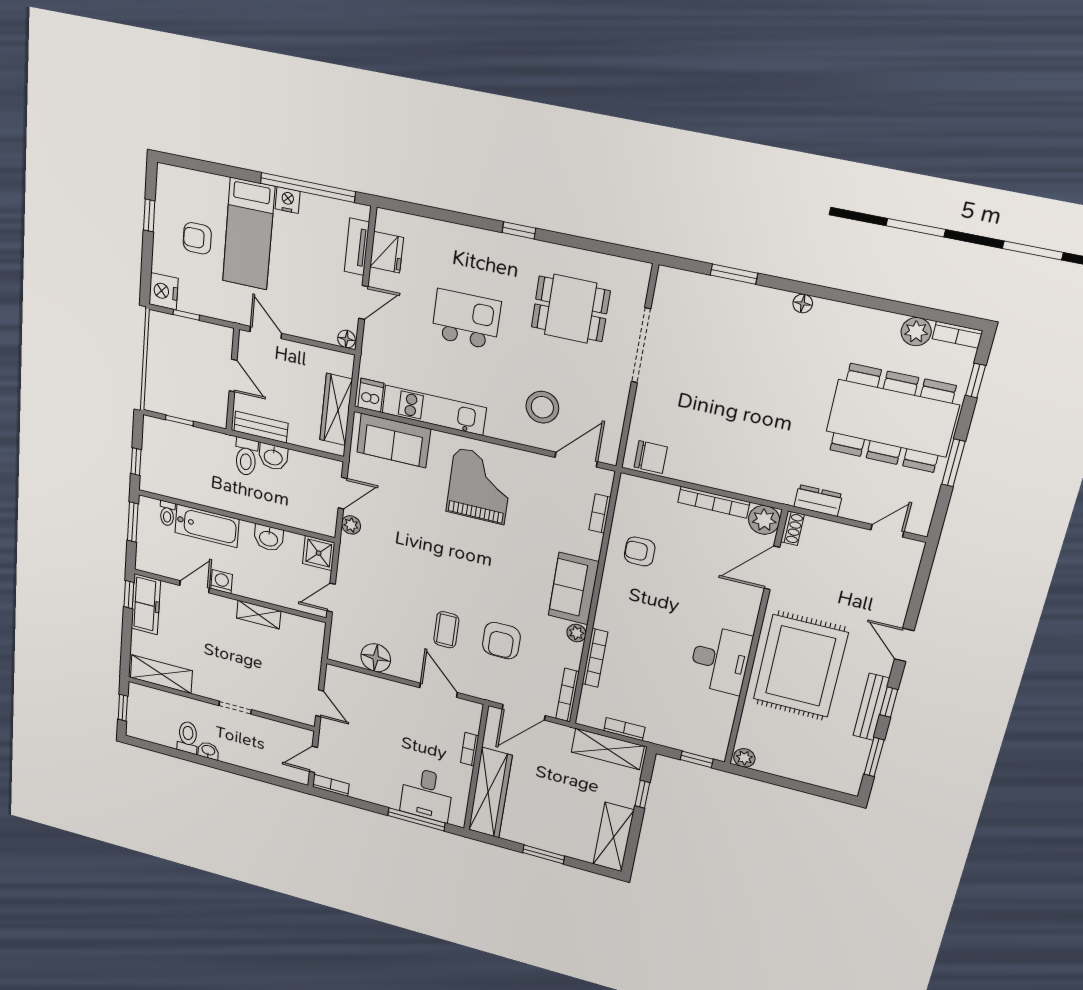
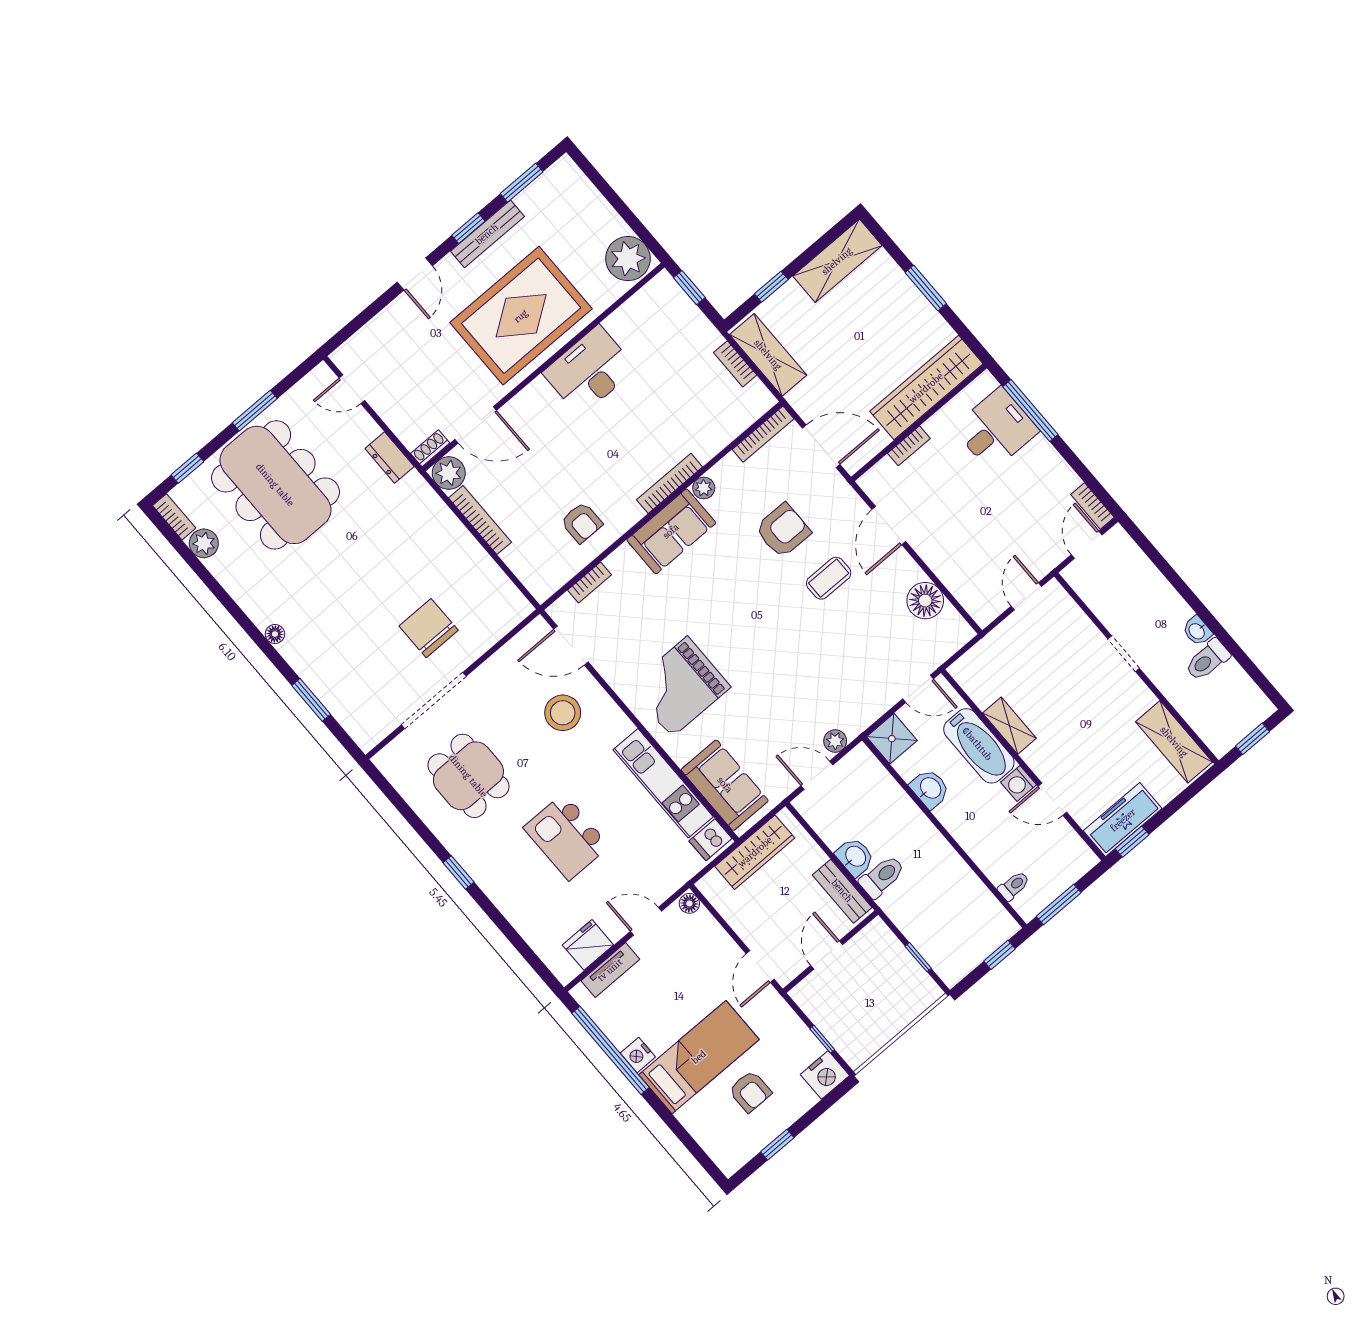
chair: (651, 457) -> (429, 628), moved, width x1.37, depth x1.37
bathtub: (207, 526) -> (979, 746), moved, turned 180
bookcase: (595, 658) -> (670, 483), moved
plant: (744, 758) -> (628, 259), width x1.88, depth x1.88
door: (313, 759) -> (1087, 545), swing flipped

